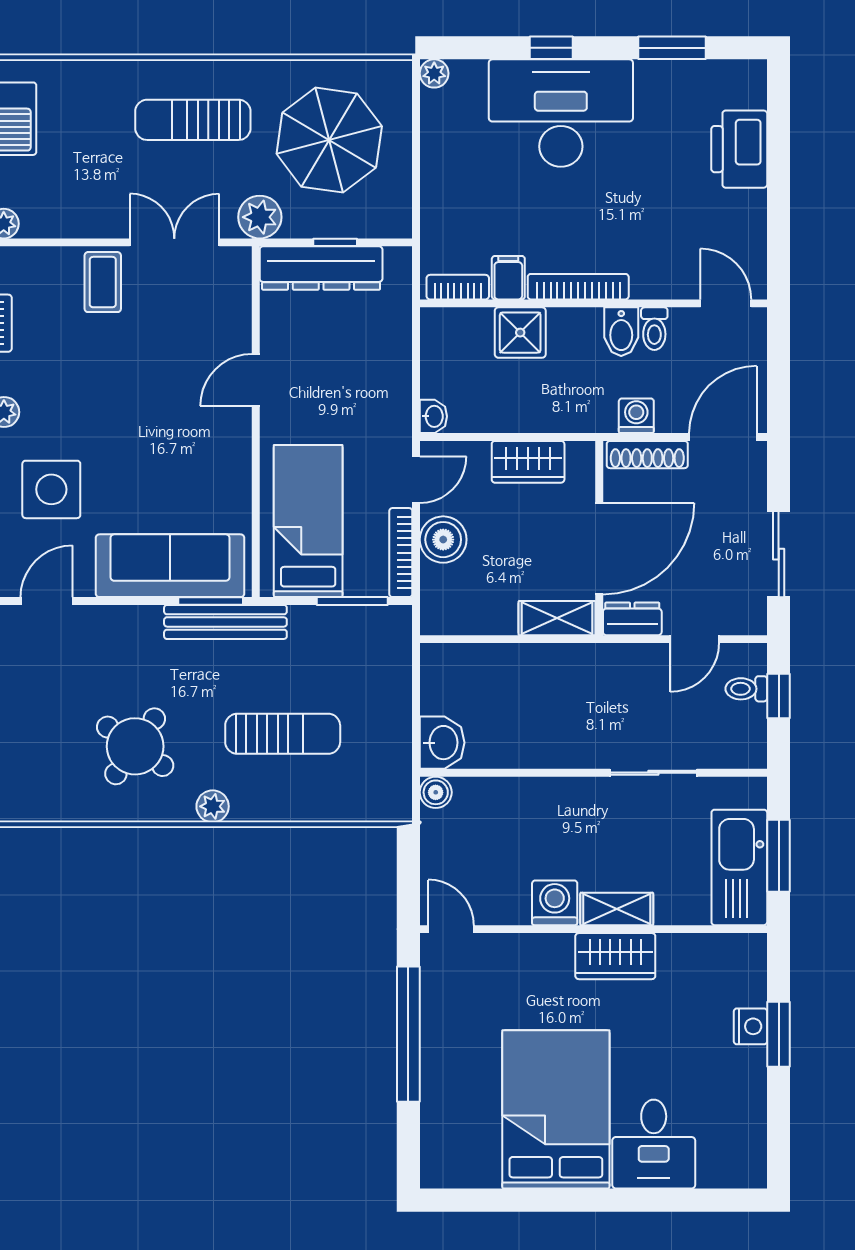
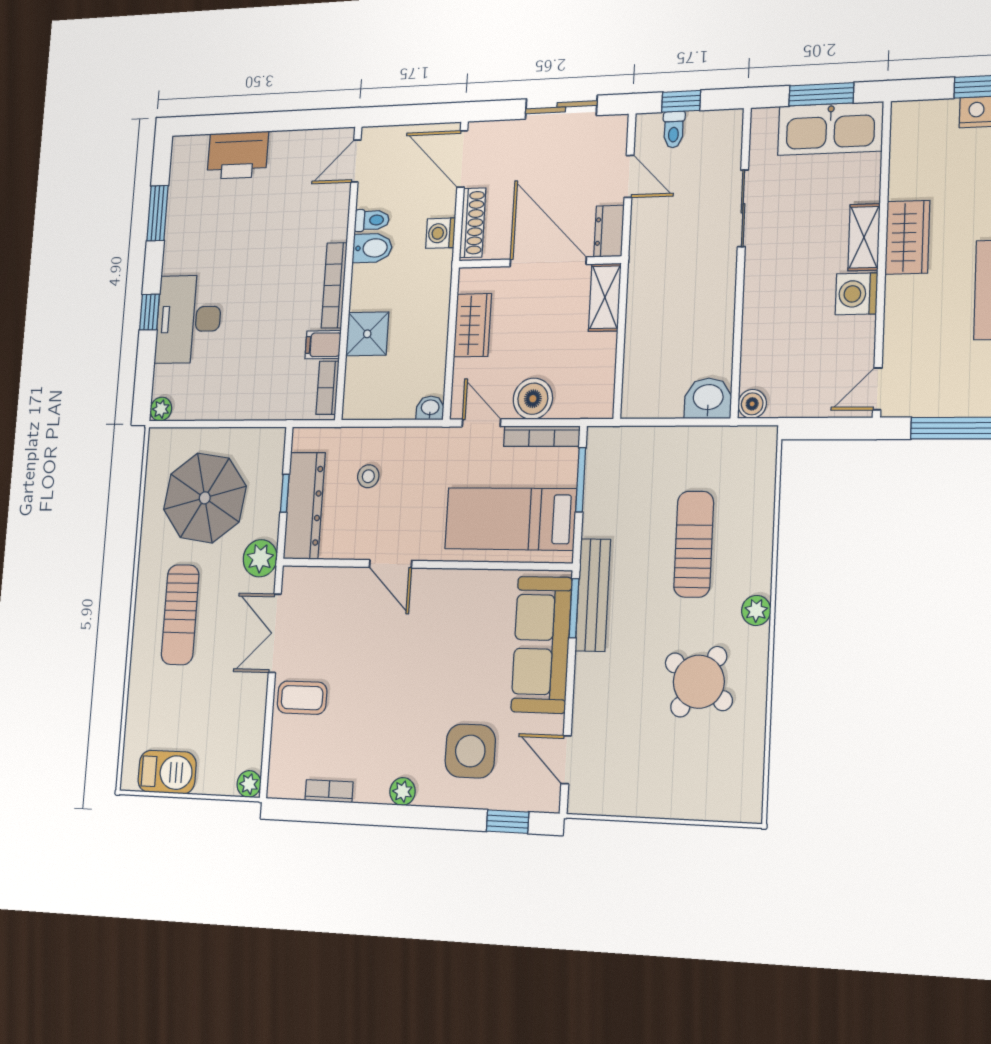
desk: (561, 113) -> (189, 319), width x0.73, depth x0.77
stool: (355, 346) -> (368, 476), added

